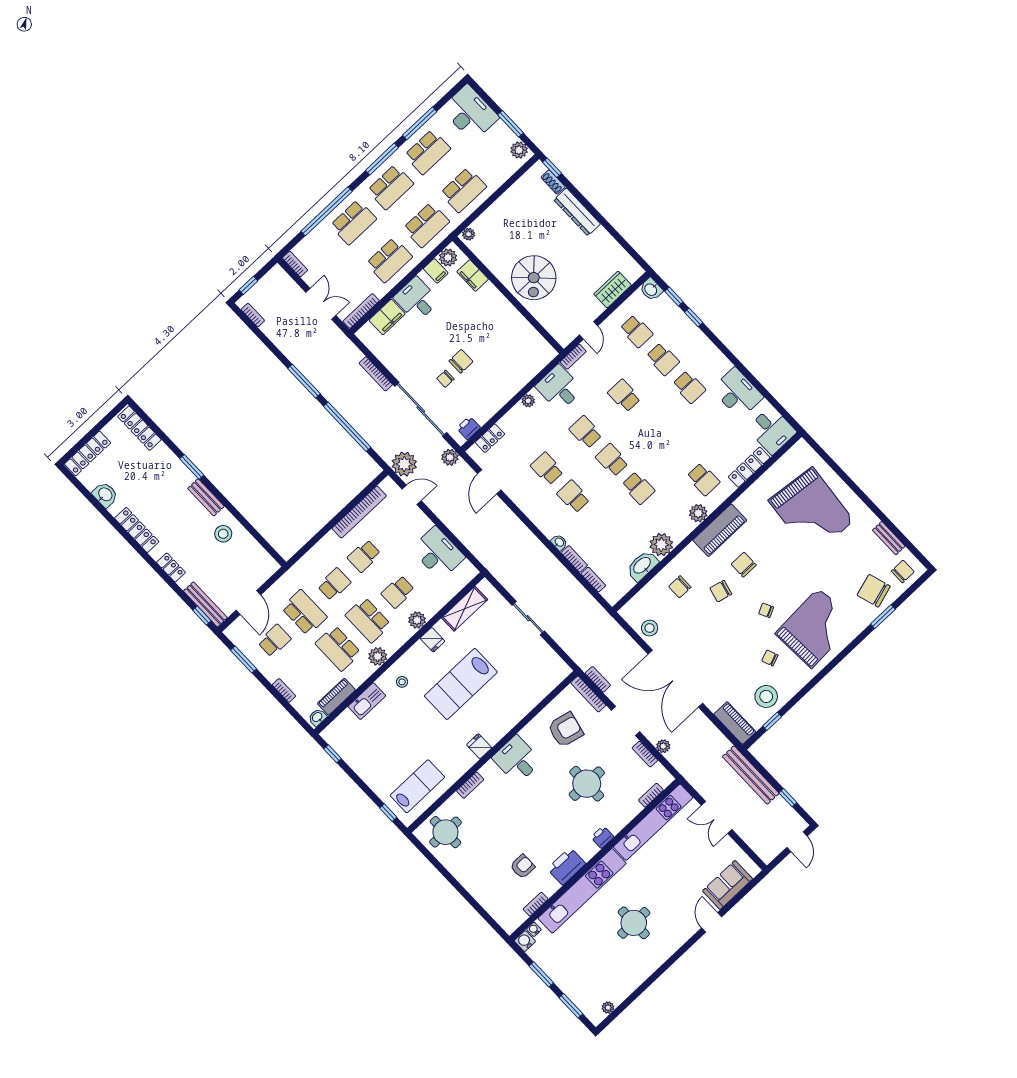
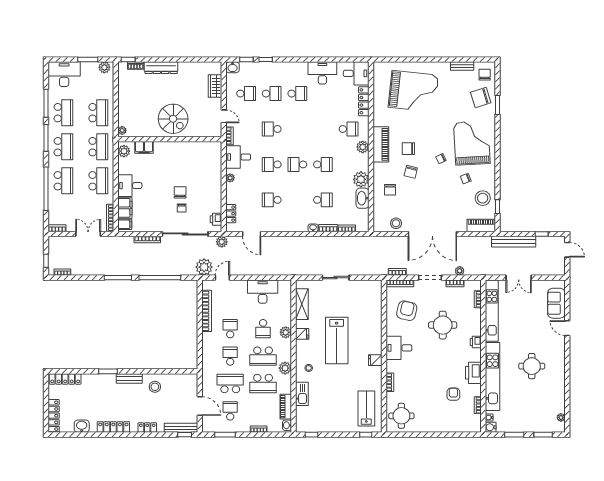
filing cabinet: (436, 271) -> (125, 224), moved
school desk: (573, 496) -> (323, 200), moved, turned 180
school desk: (364, 556) -> (230, 329), turned 180

